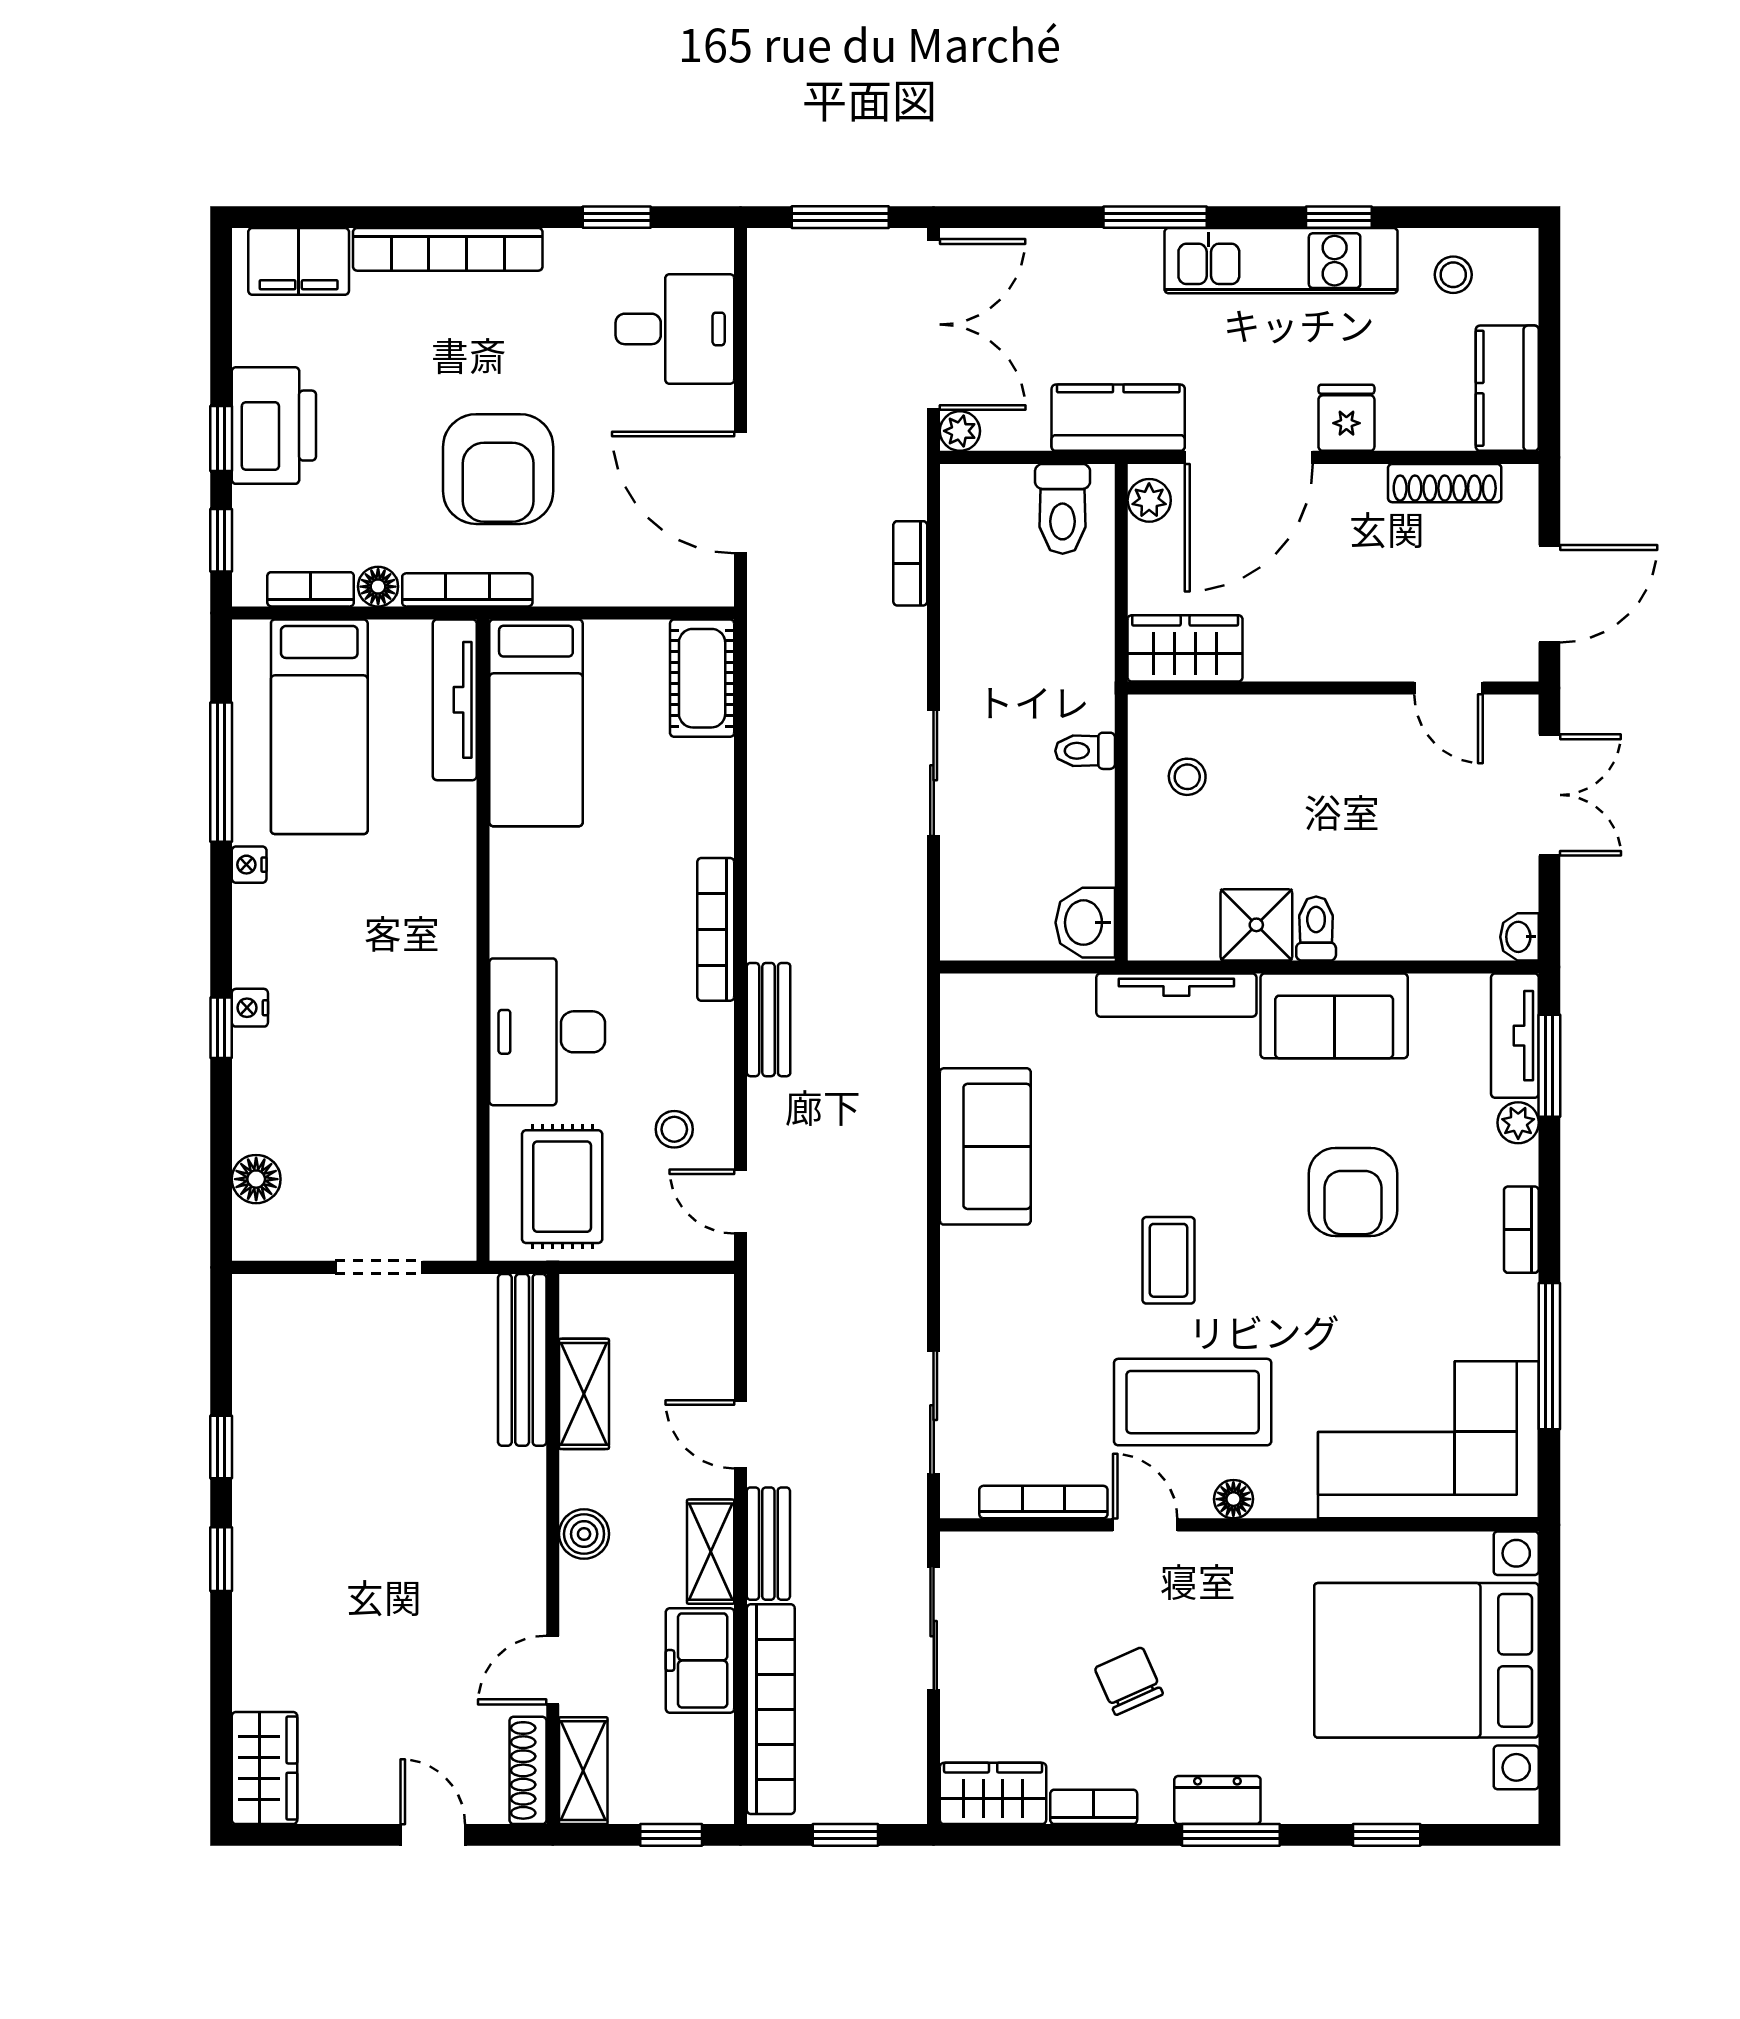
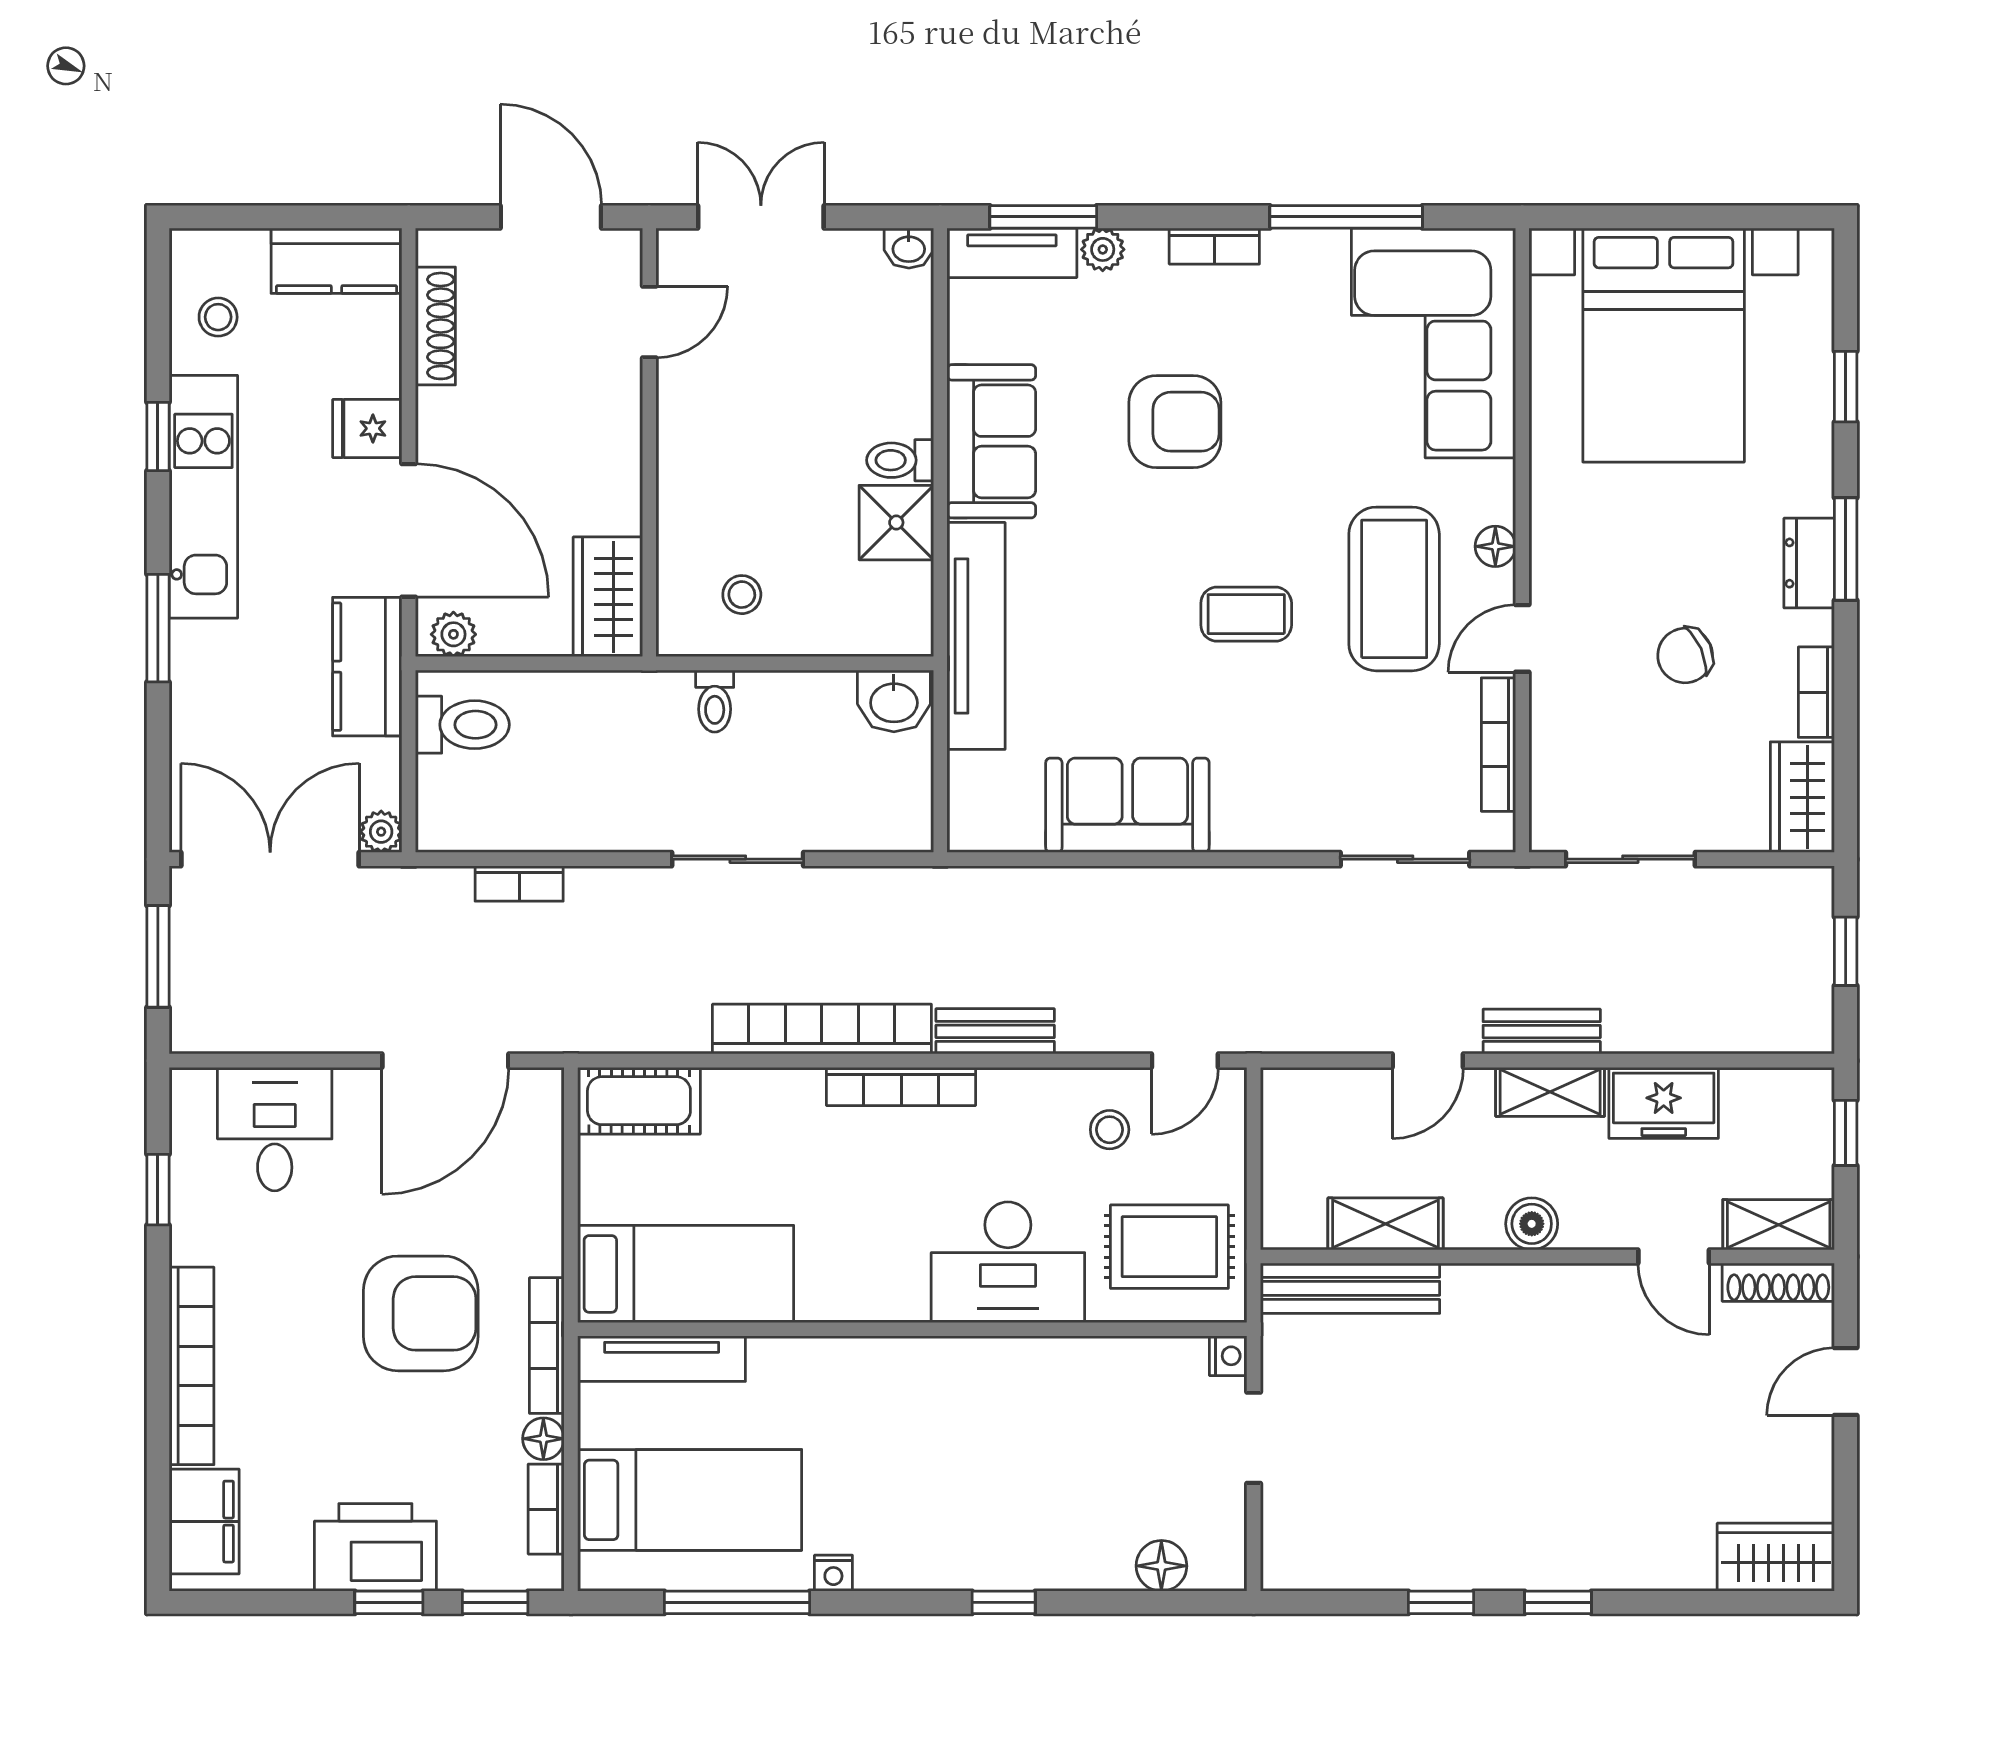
tv unit: (1176, 995) -> (976, 636), width x1.36, depth x1.29
nightstand: (250, 1008) -> (1228, 1356), moved, turned -90
bookcase: (771, 1709) -> (822, 1029), moved

